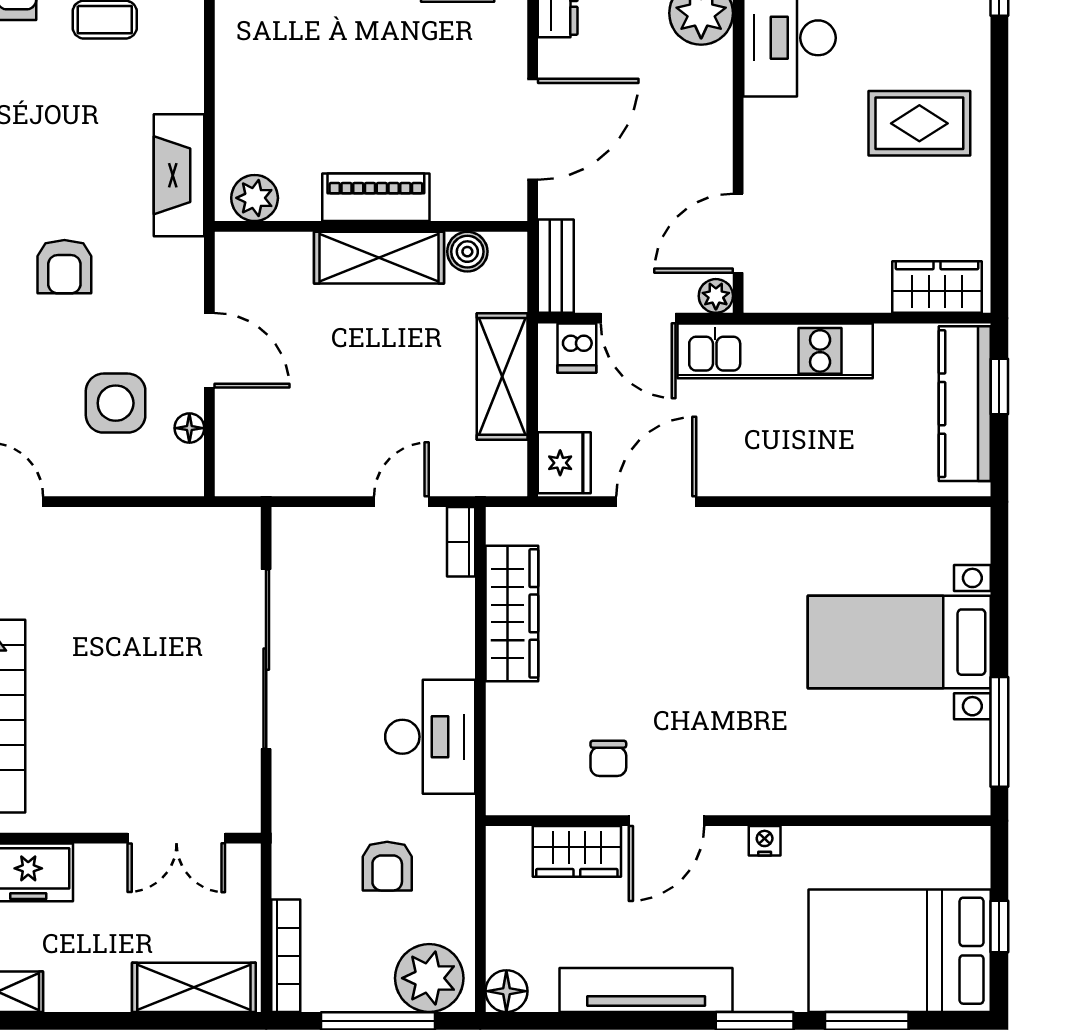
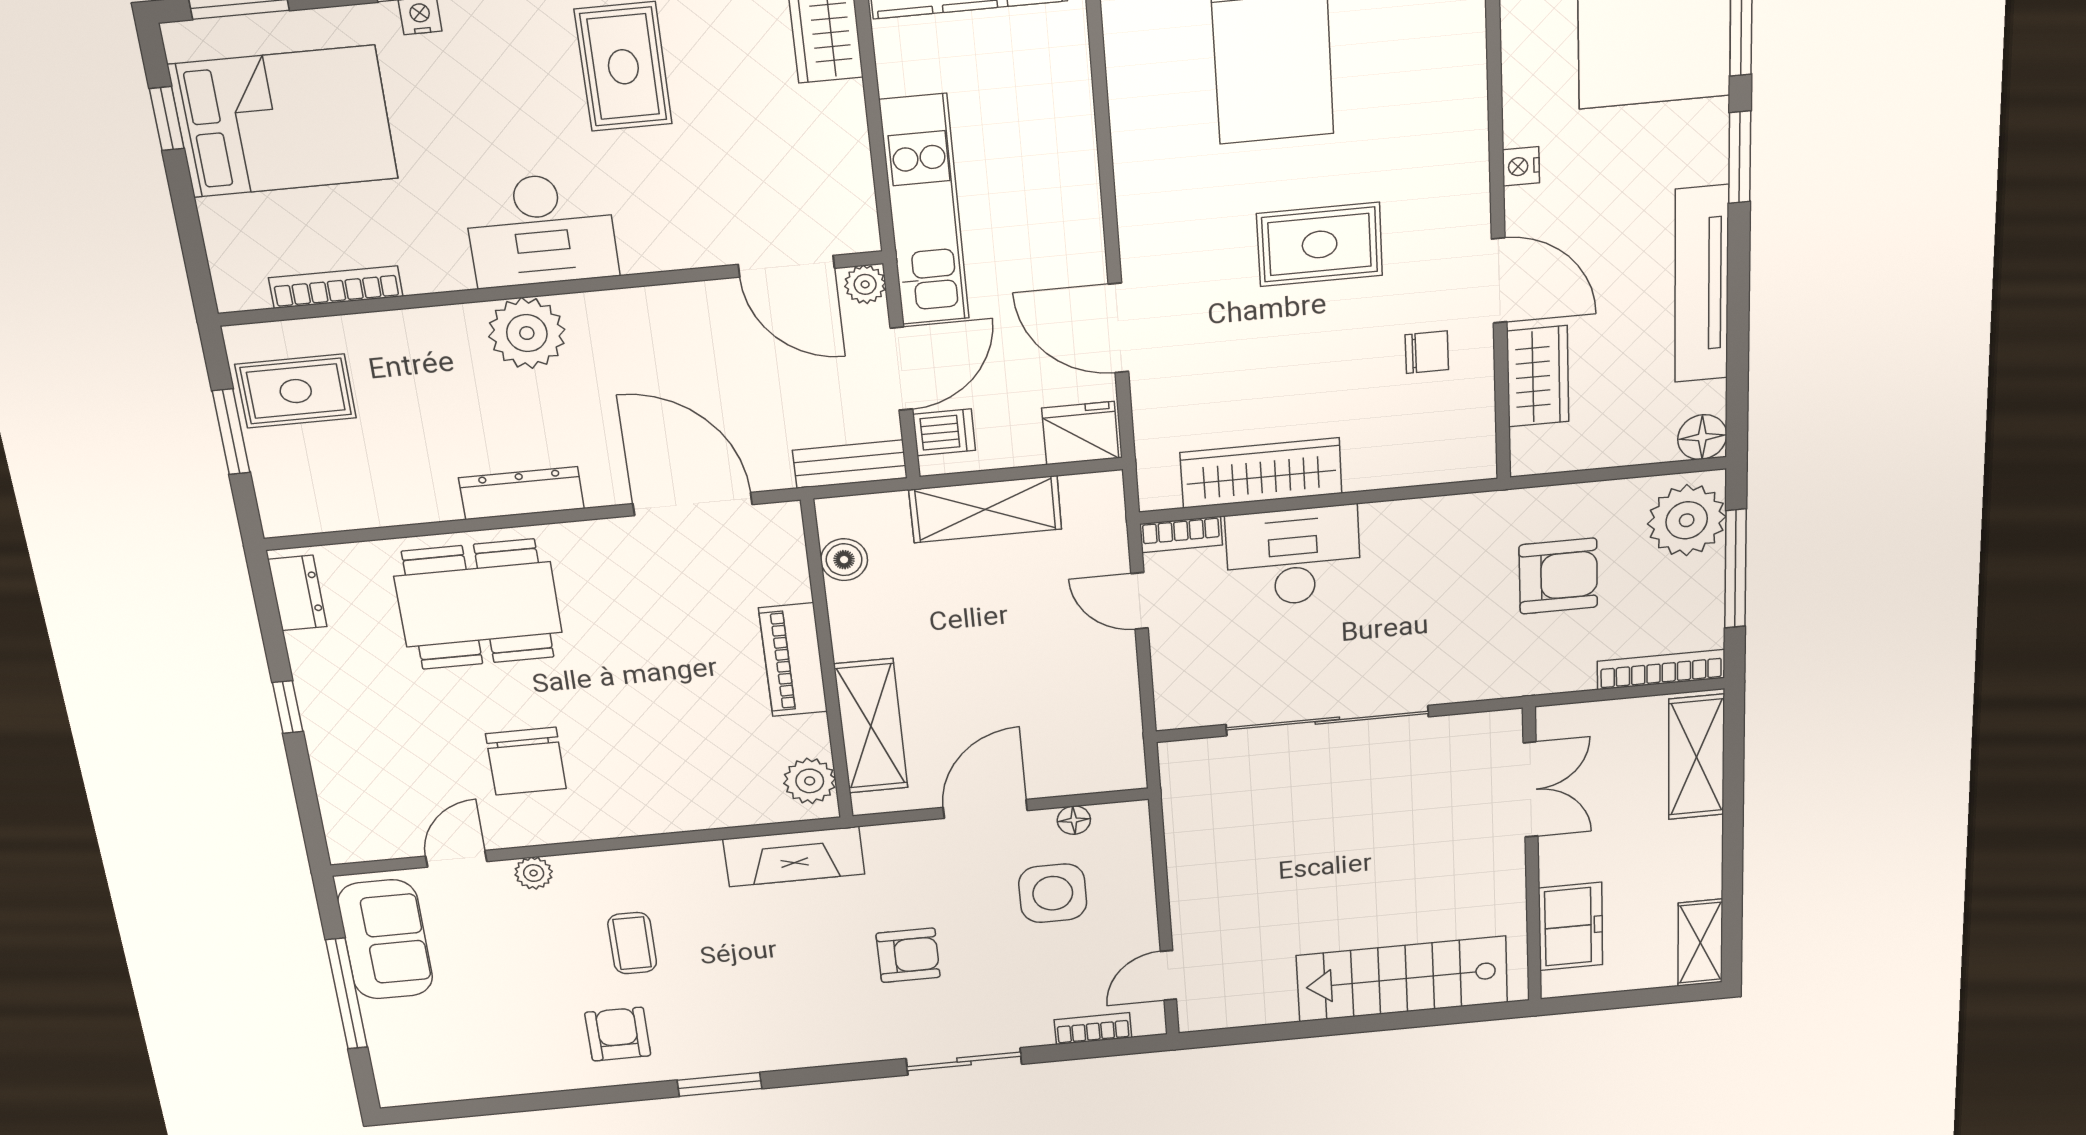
shelving: (379, 258) -> (871, 726), moved
rug: (713, 673) -> (1320, 244), added
desk: (430, 737) -> (1293, 556), moved
armchair: (387, 866) -> (1558, 576), width x1.38, depth x1.38

